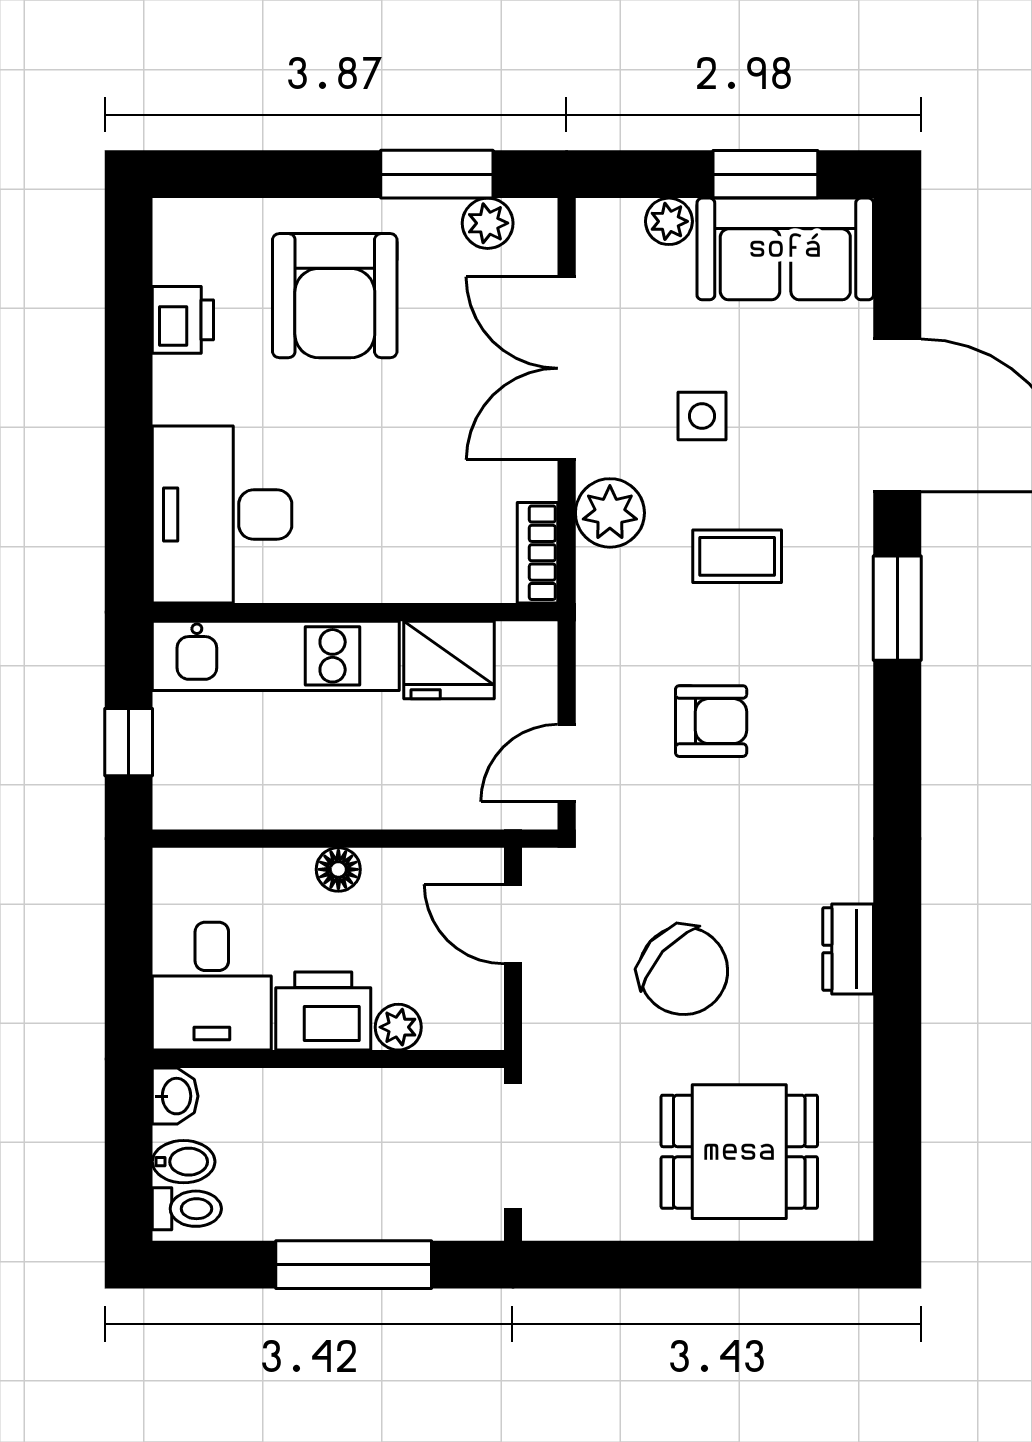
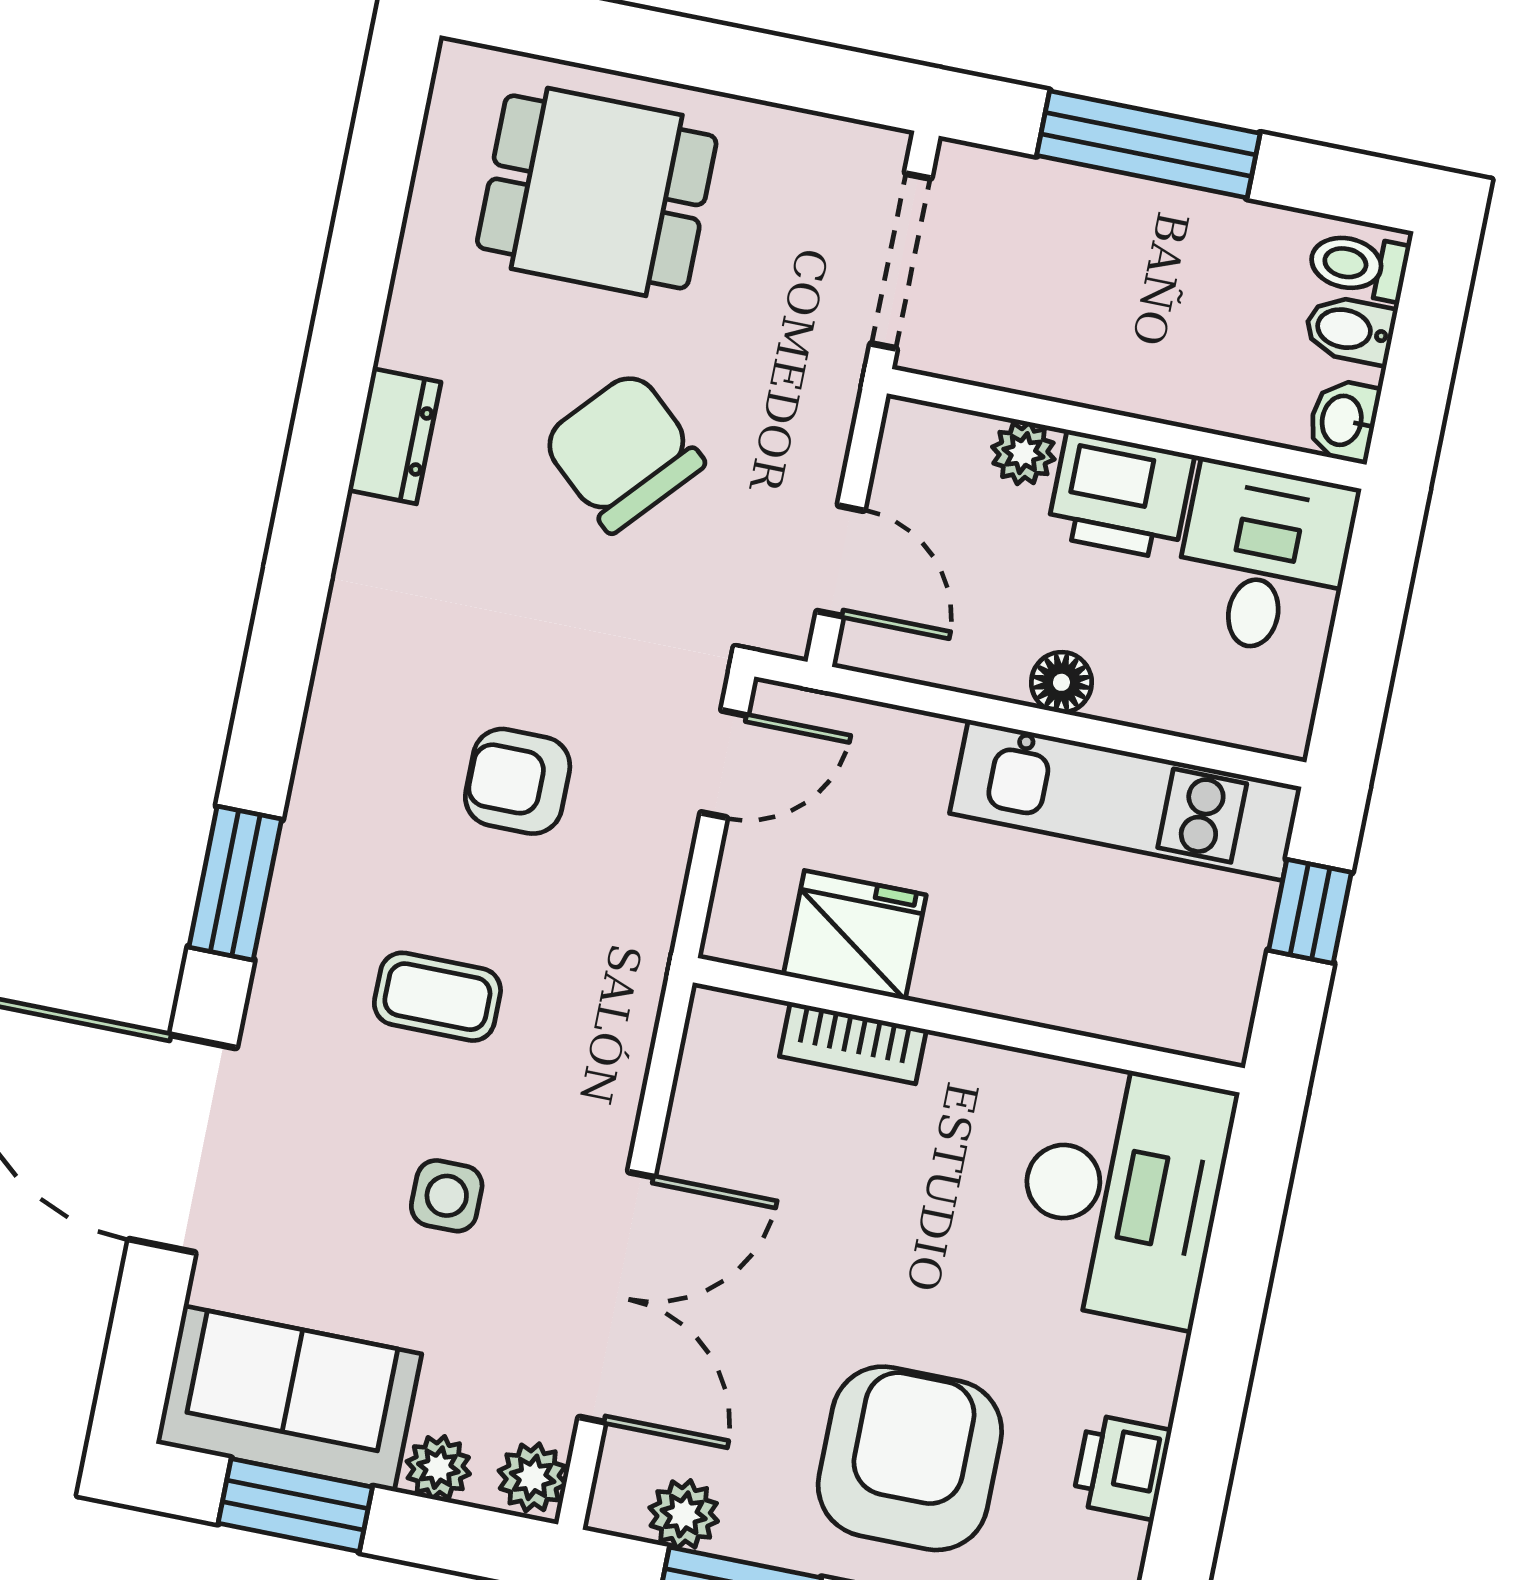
plant: (610, 513) -> (533, 1477), moved, width x0.73, depth x0.73
bookcase: (537, 553) -> (853, 1043), moved, turned 90
kitchen unit: (276, 656) -> (1126, 800), moved, turned 180

